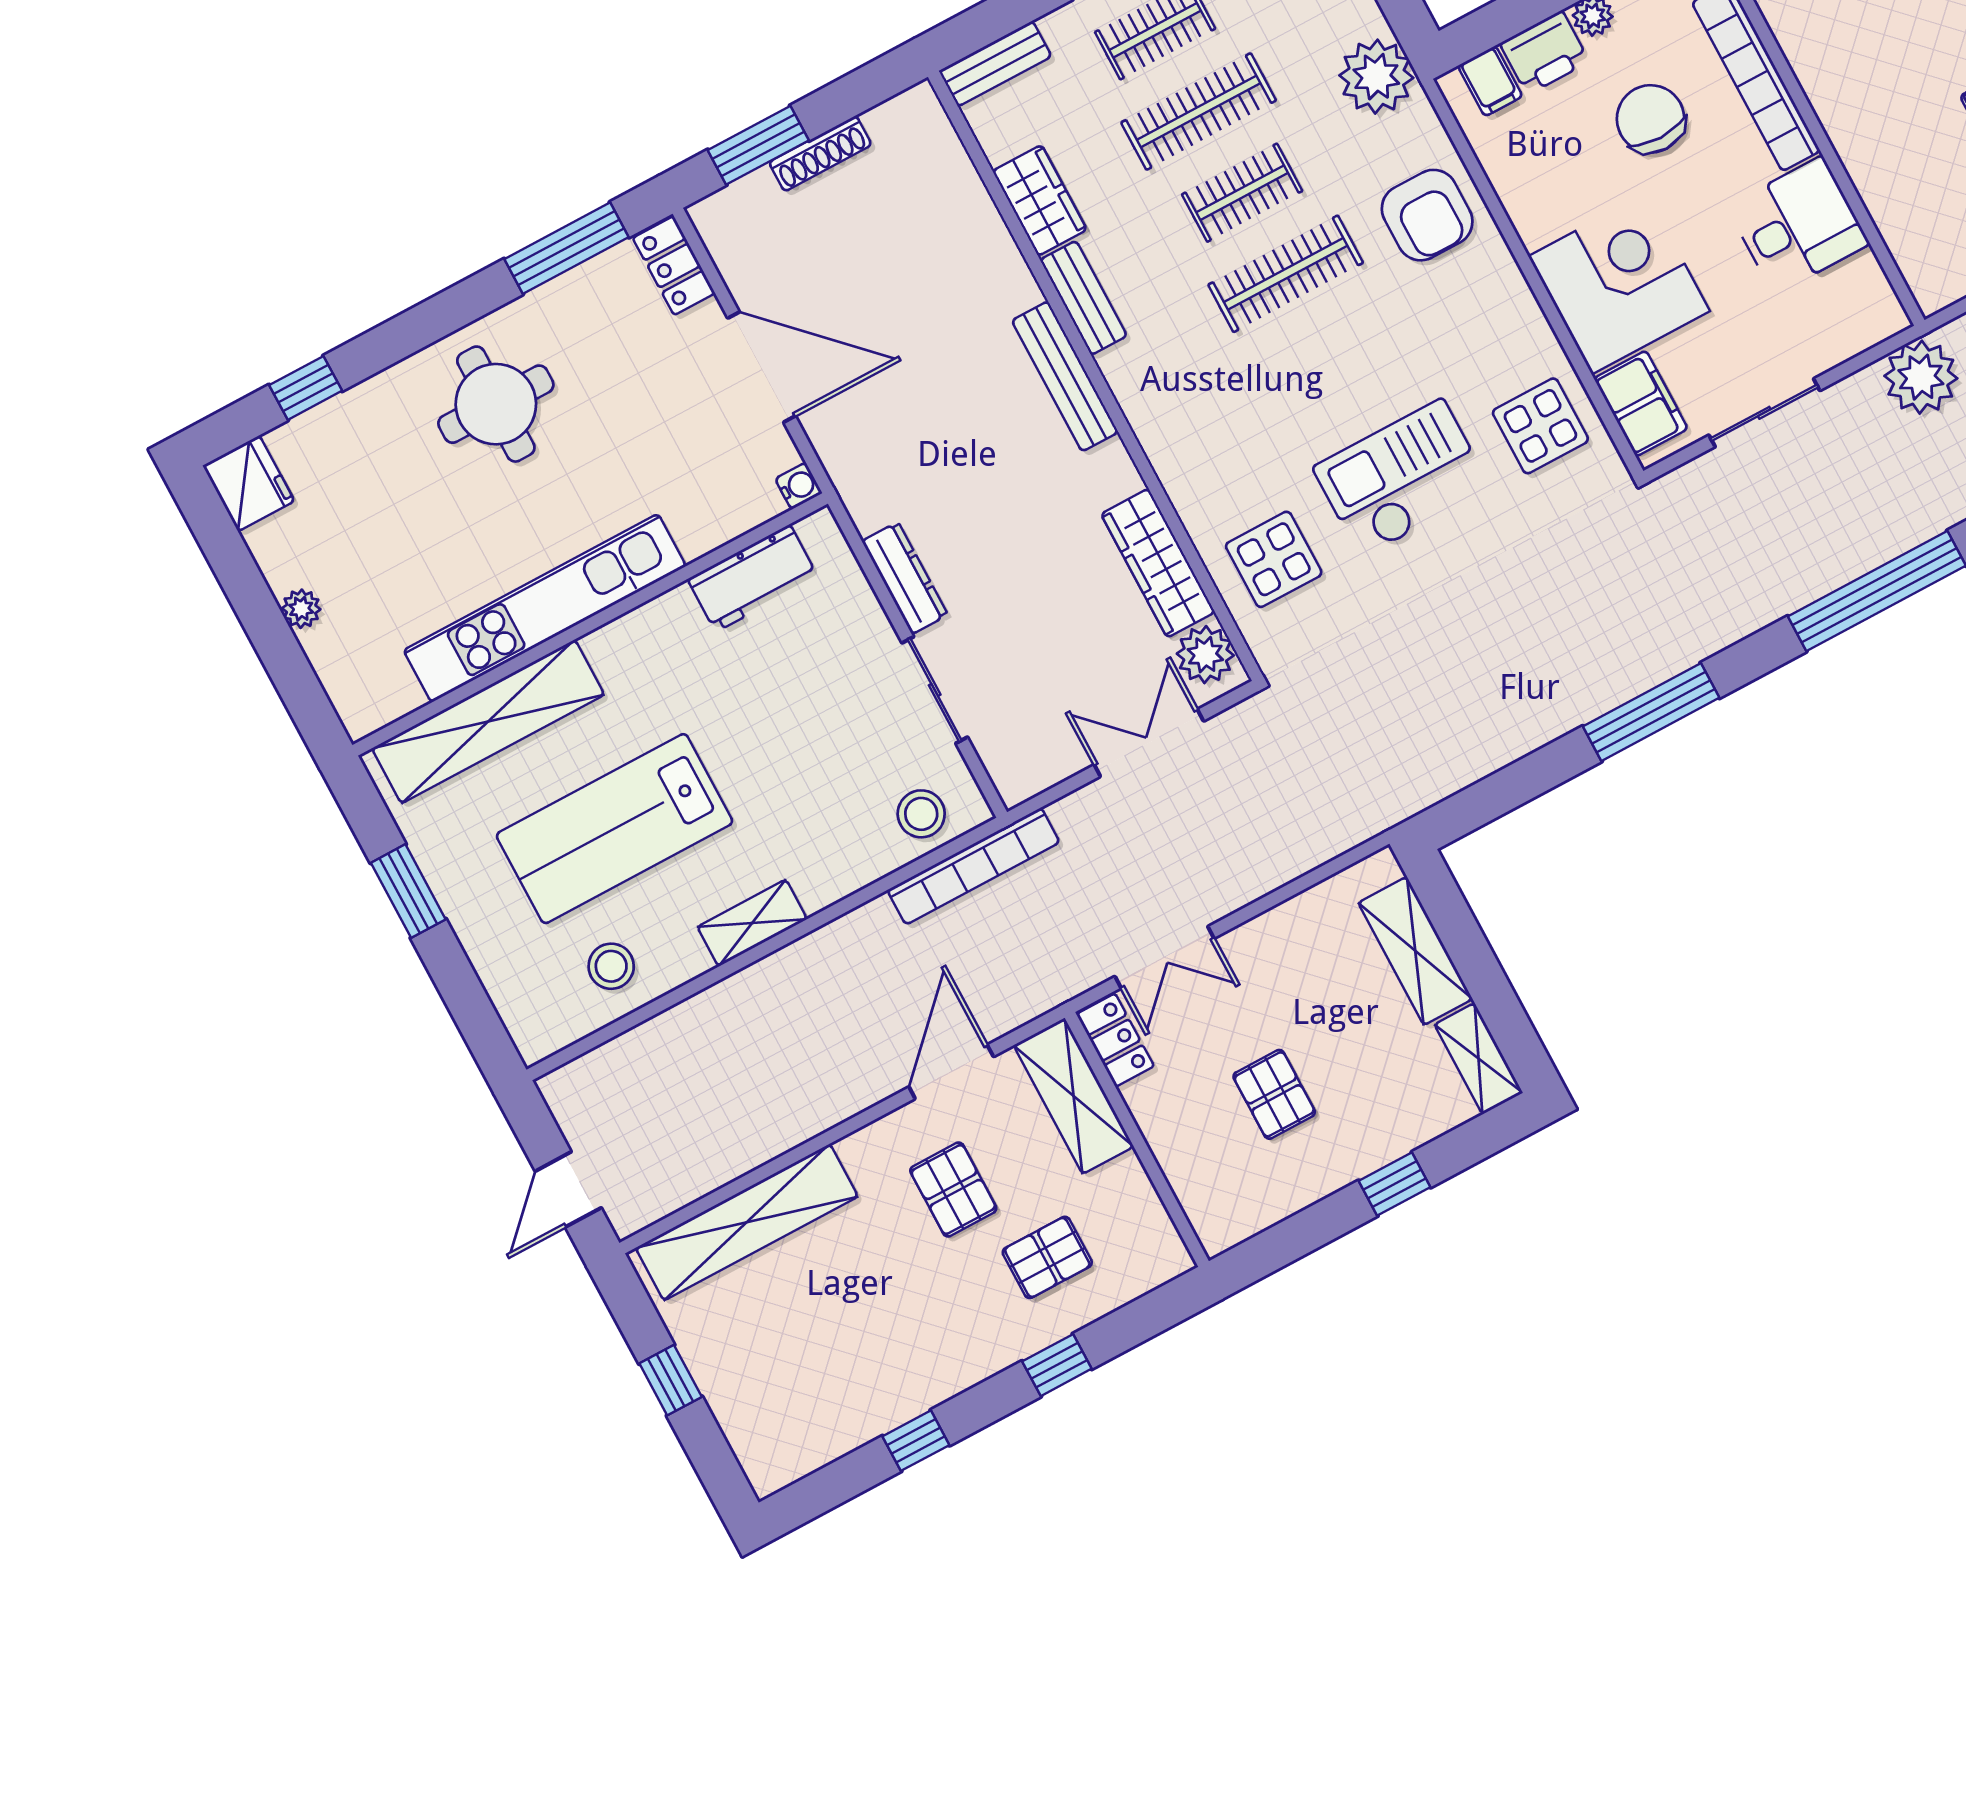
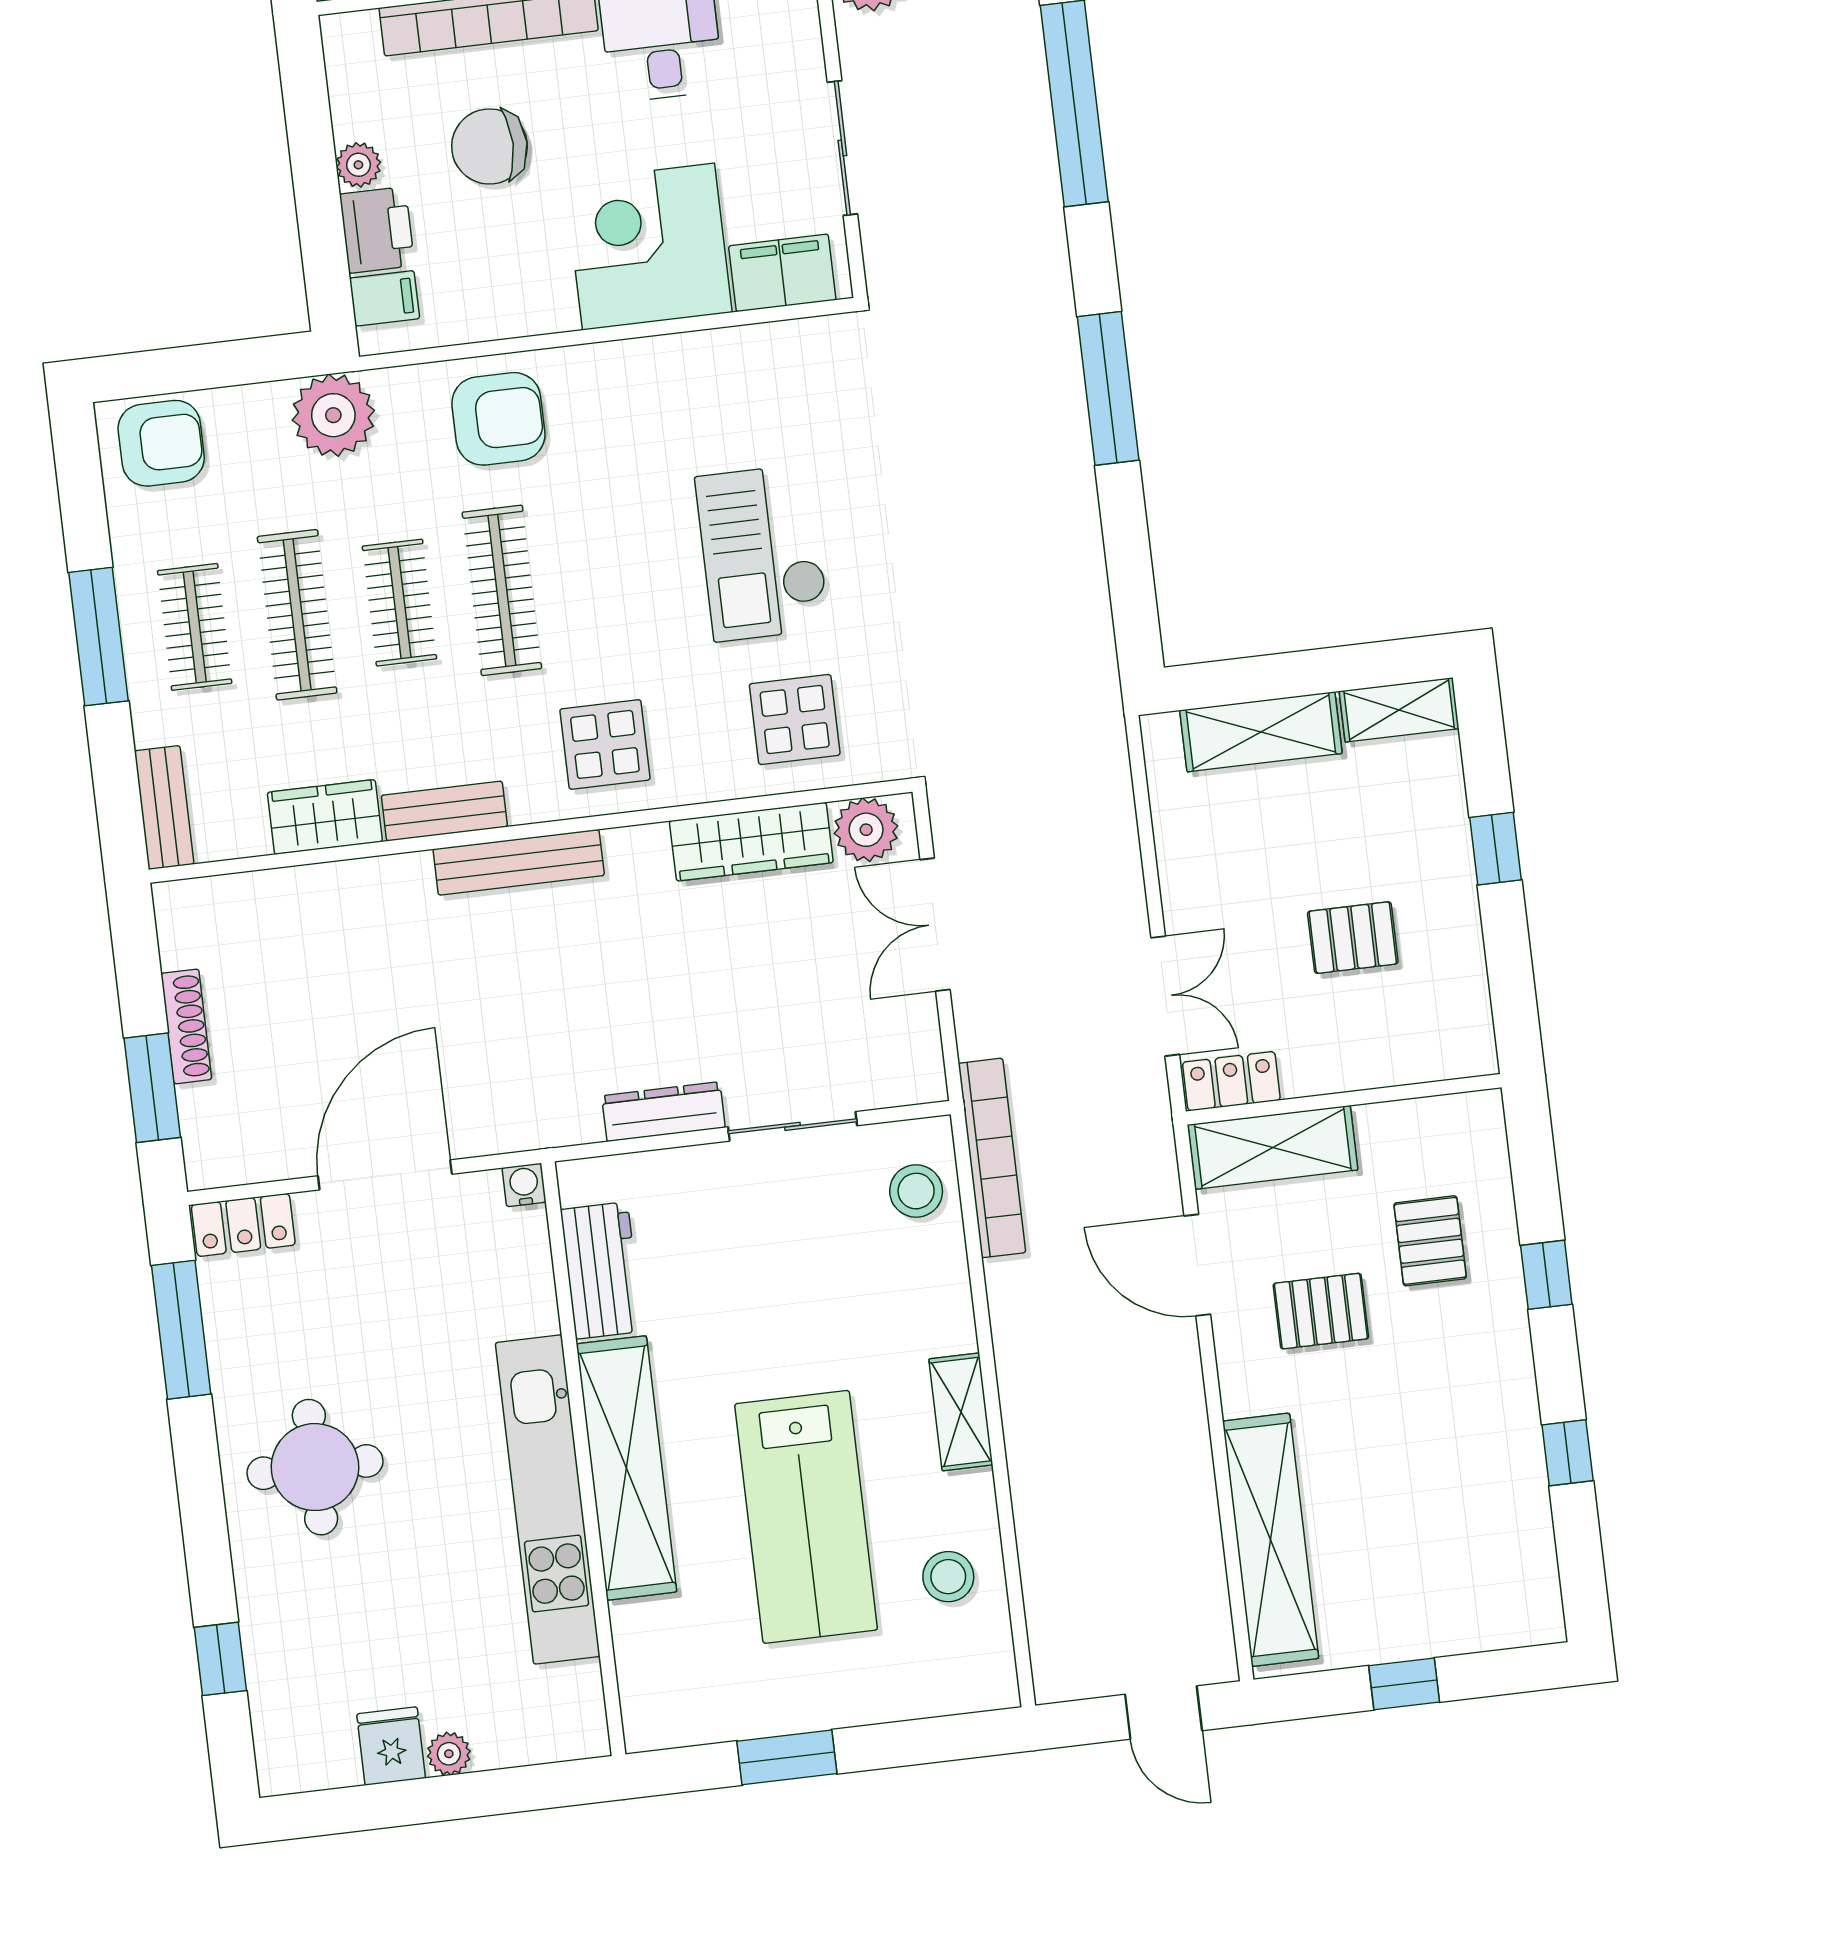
display table: (1540, 426) -> (605, 744), moved
fridge: (249, 483) -> (391, 1746), moved, width x0.72
shelving: (488, 722) -> (626, 1468), moved

